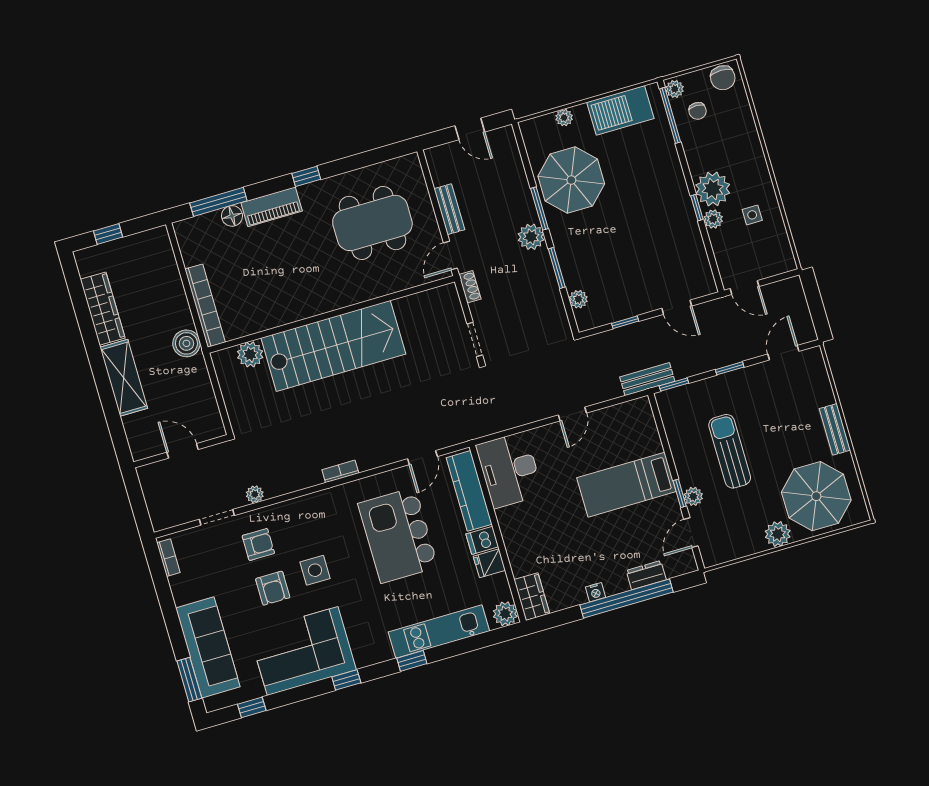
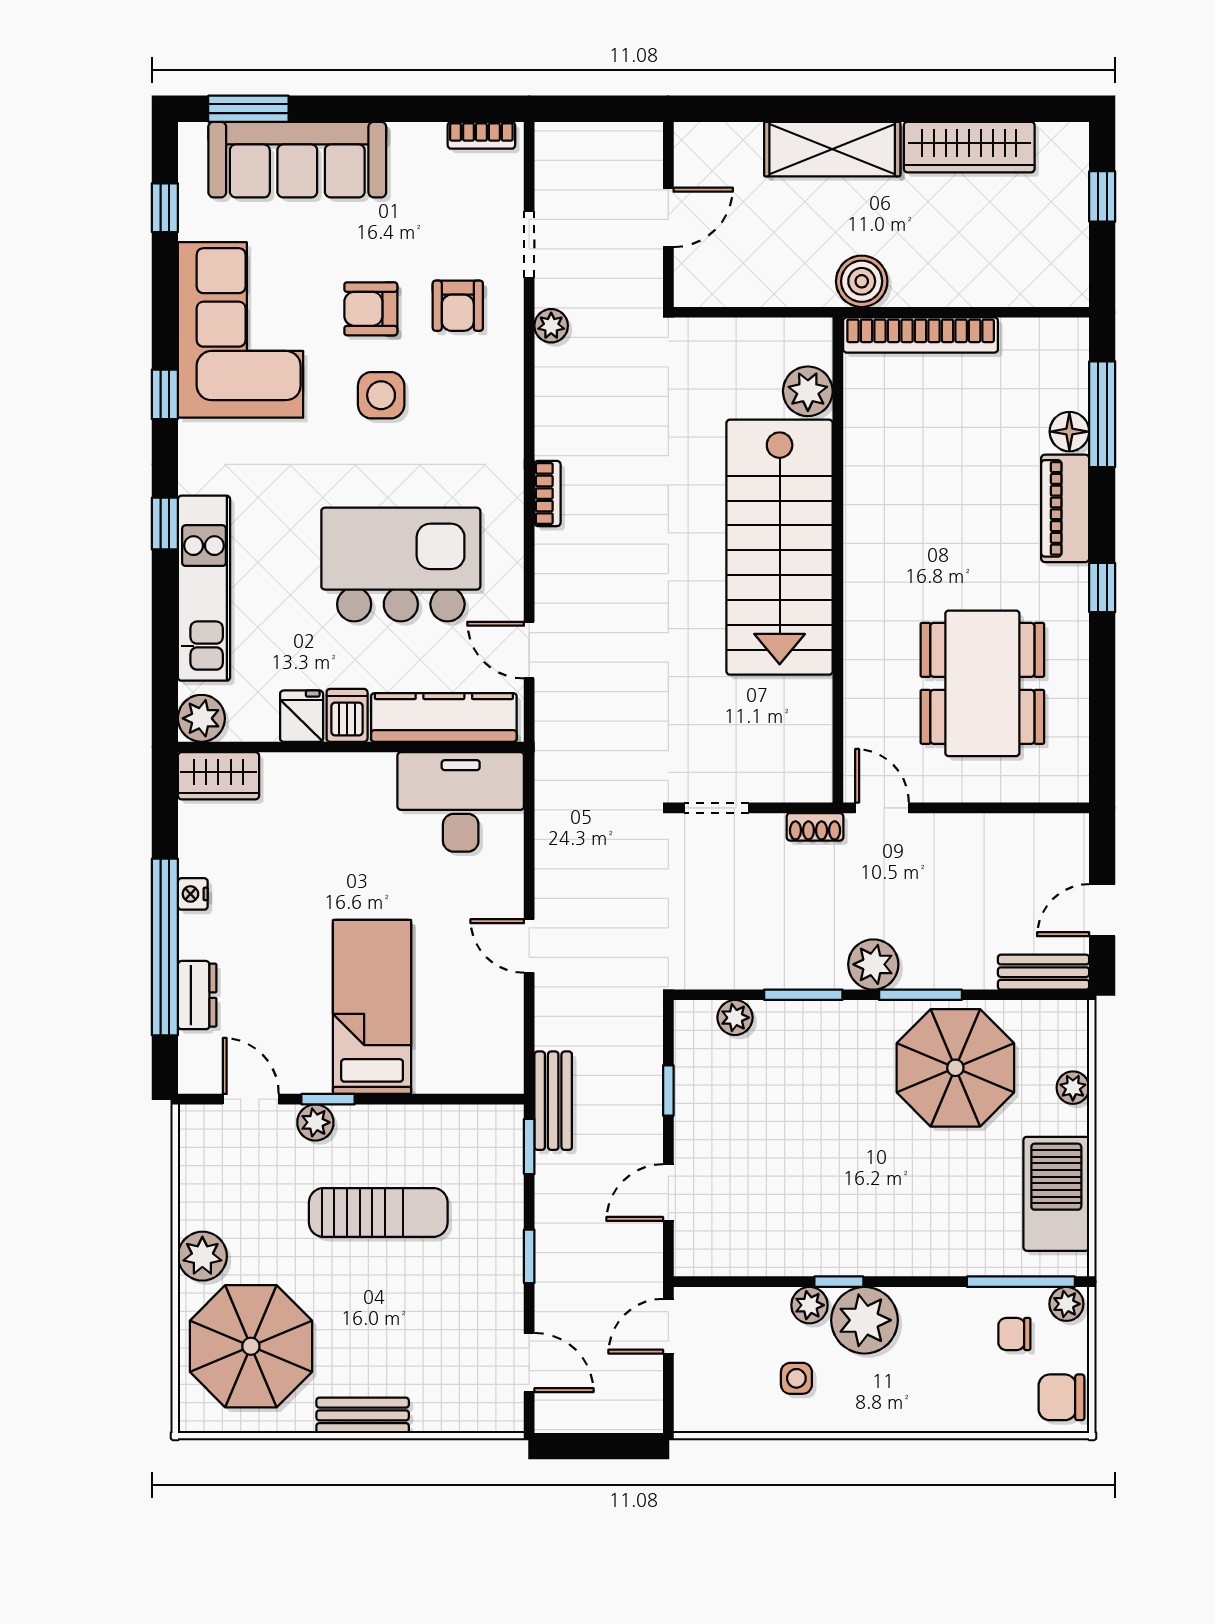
bench: (449, 209) -> (1044, 972), moved

